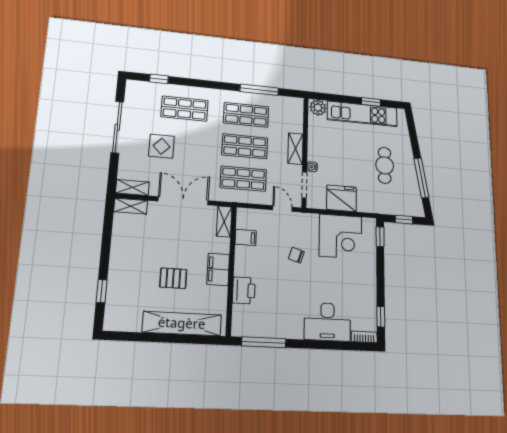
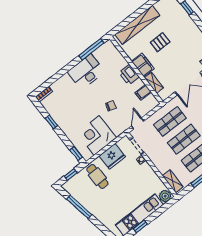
shelving: (295, 149) -> (173, 181), moved
cafe table: (385, 165) -> (97, 176), moved
door: (282, 209) -> (138, 124), swing flipped
shelving: (224, 222) -> (154, 83), moved
printer: (244, 290) -> (129, 75), moved
window: (381, 317) -> (51, 122), moved
desk: (327, 322) -> (86, 72), moved

